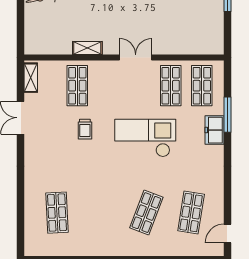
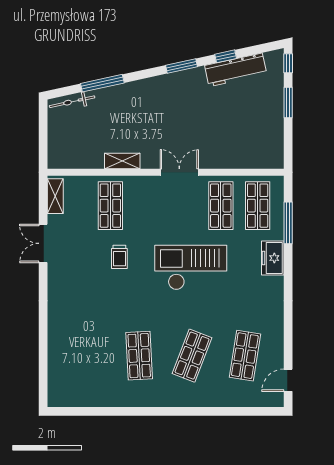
window: (228, 115) -> (288, 223), moved
shop shelf: (57, 213) -> (139, 356), moved

